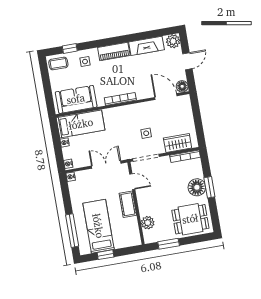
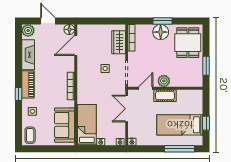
window: (70, 48) -> (19, 94), moved
plant: (148, 223) -> (164, 81), moved

